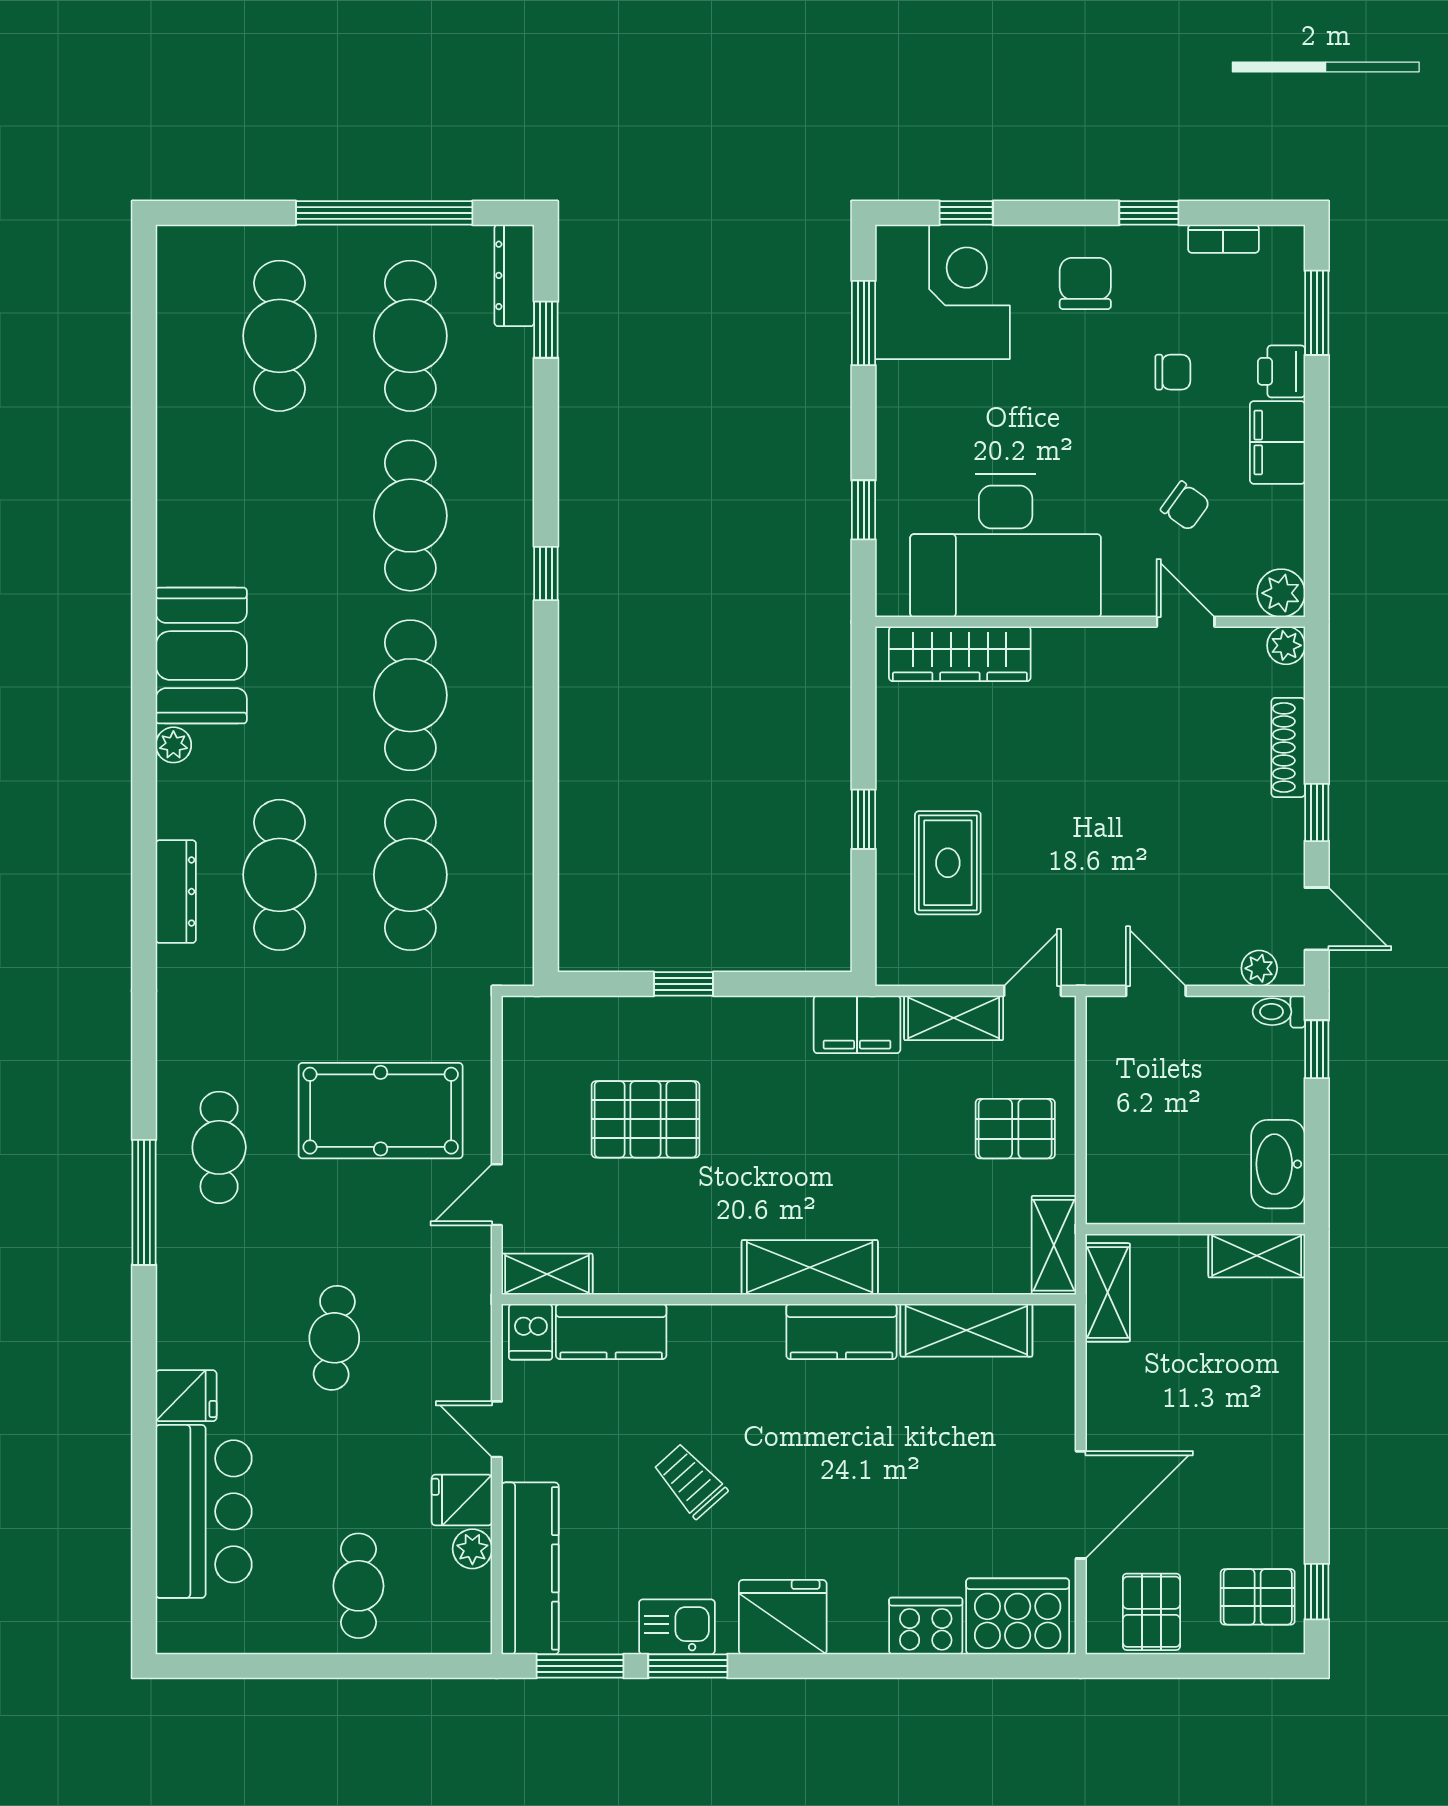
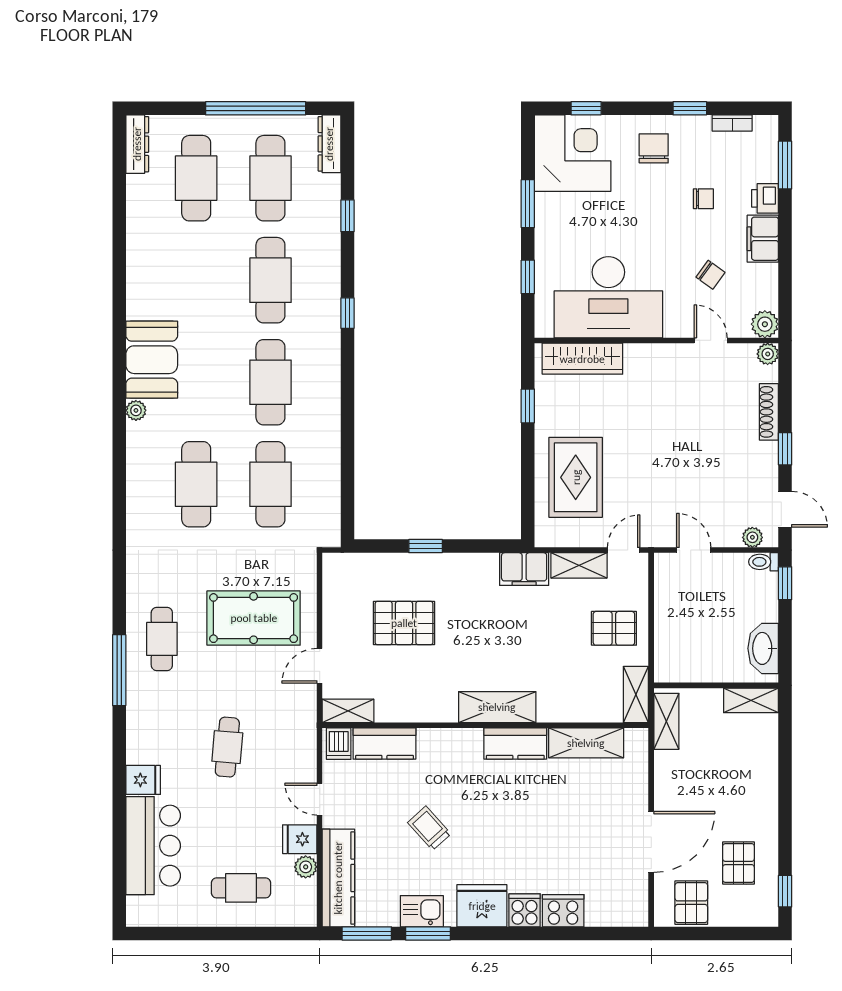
window: (864, 323) -> (528, 204), moved
window: (546, 330) -> (347, 216), moved
window: (864, 819) -> (528, 406), moved
rug: (948, 863) -> (576, 477), width x1.36, depth x1.43
dresser: (176, 892) -> (137, 144), moved
cafe table: (358, 1586) -> (241, 888), turned 90
pallet: (1258, 1597) -> (738, 863), moved, turned 90
cooker: (1018, 1616) -> (525, 910), moved, width x0.53, depth x0.76

